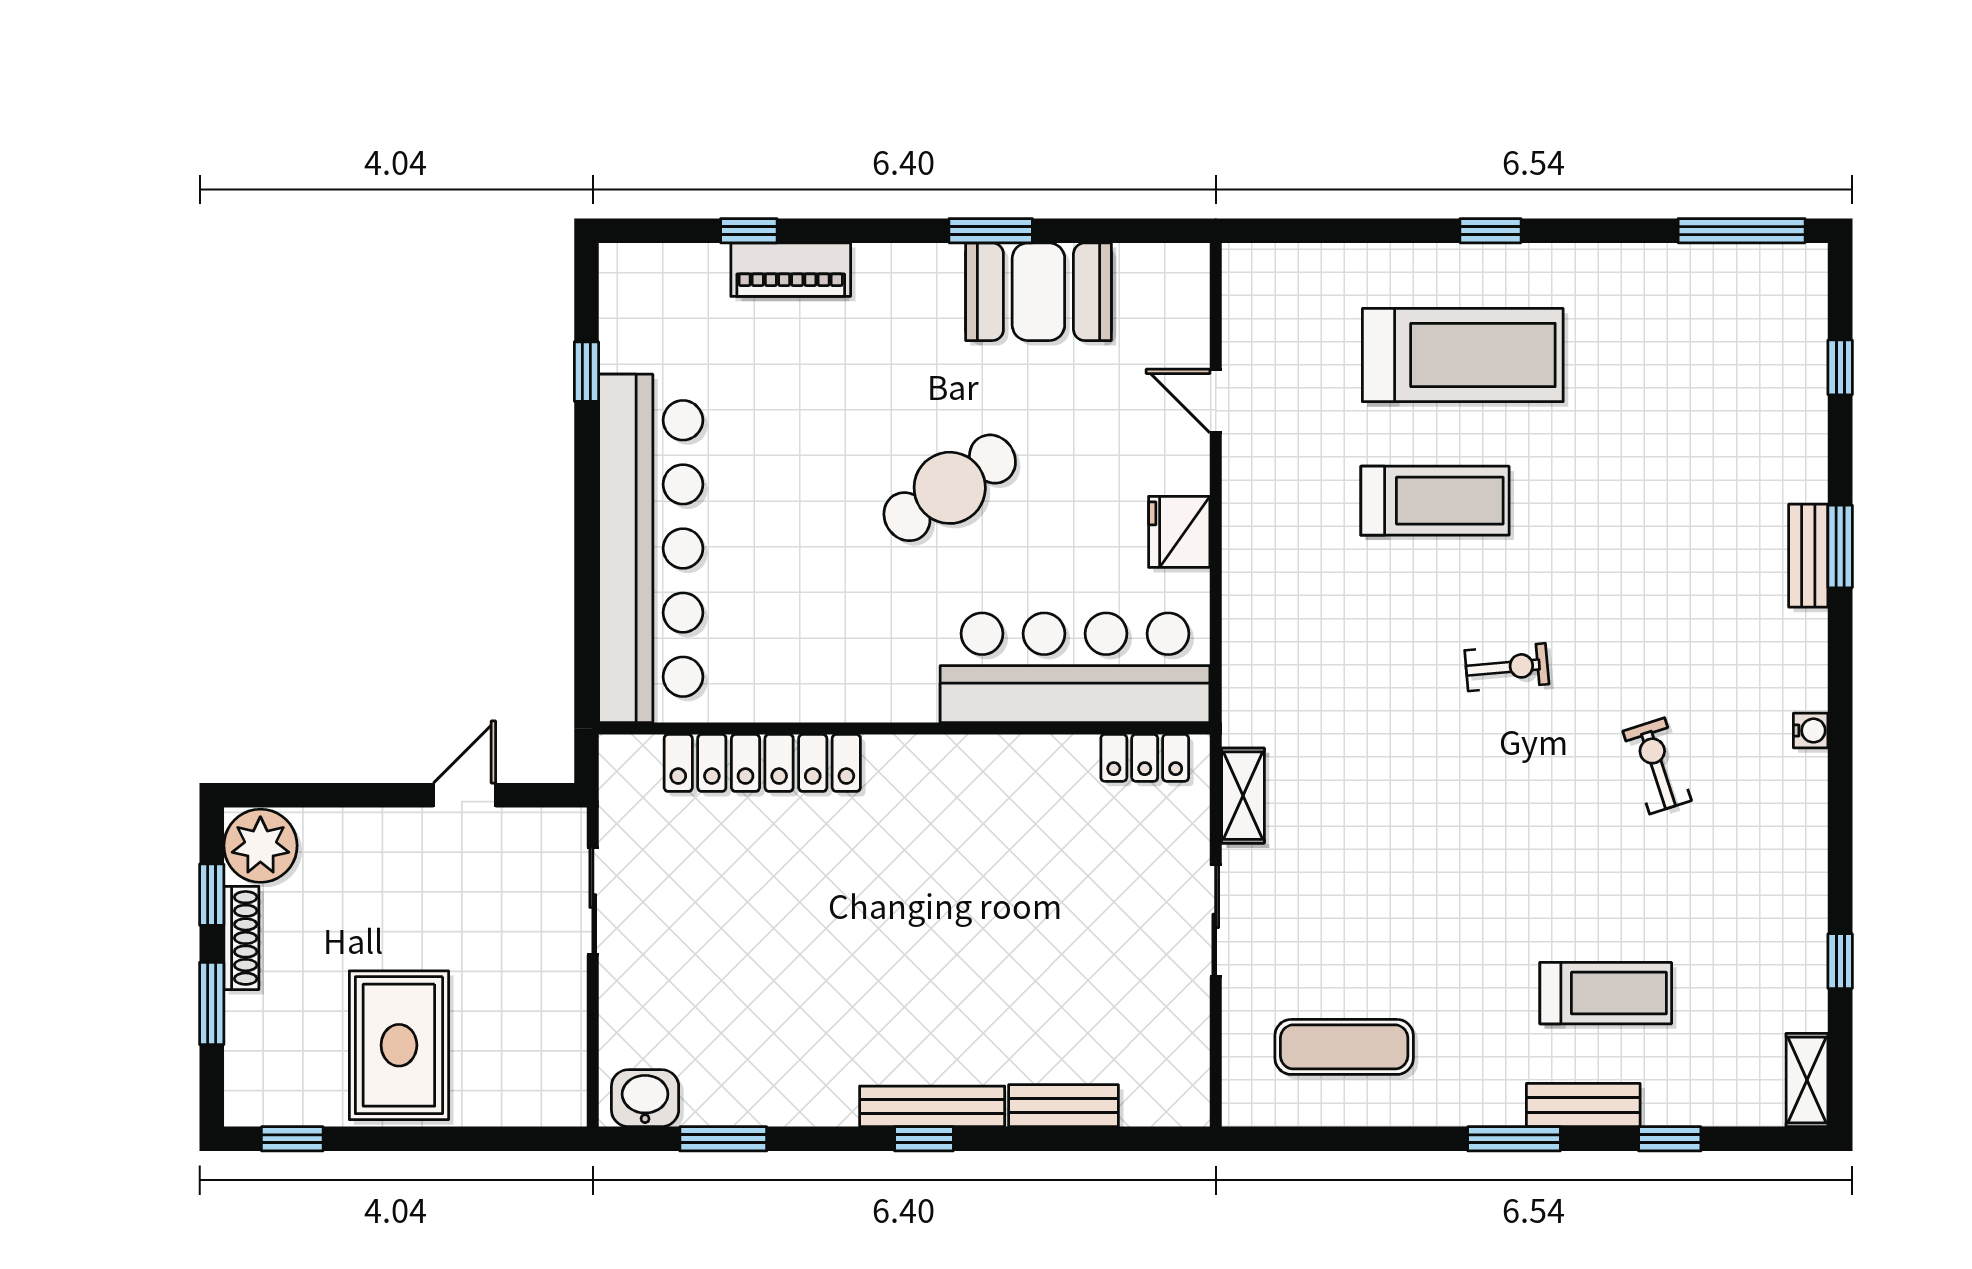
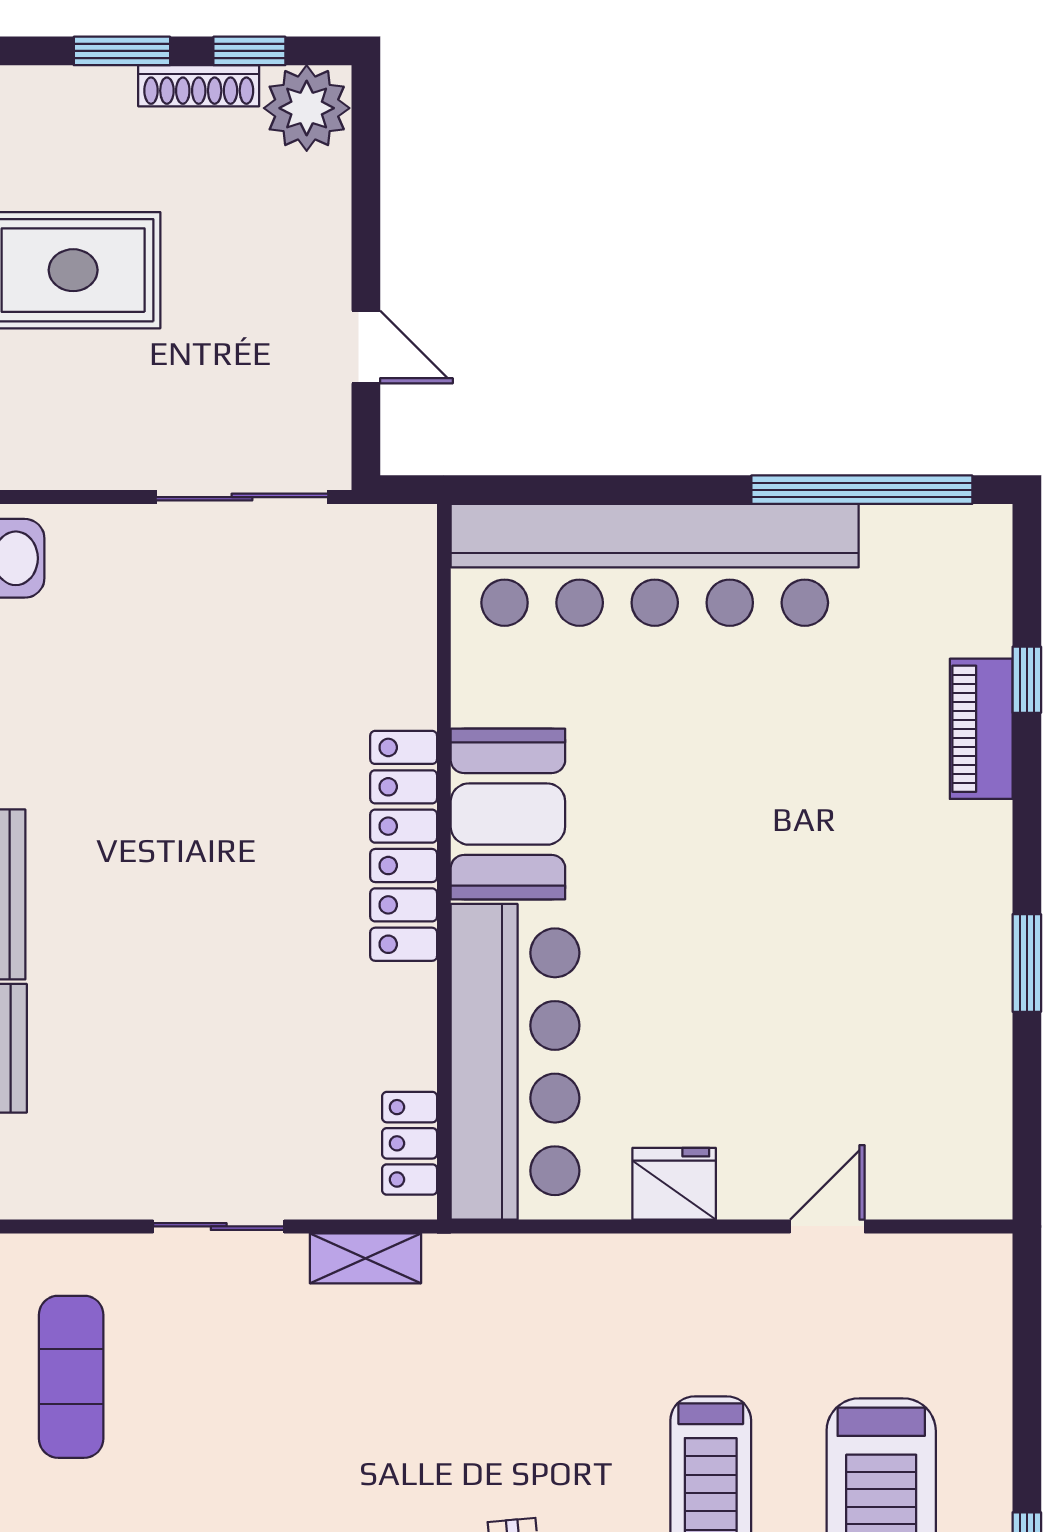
booth: (1038, 292) -> (508, 814), moved
window: (586, 372) -> (862, 490), width x3.17
cafe table: (950, 488) -> (726, 915), removed
locker: (762, 763) -> (404, 846), moved
sliding door: (593, 901) -> (242, 497), width x1.37

